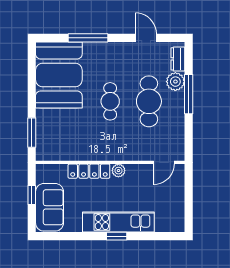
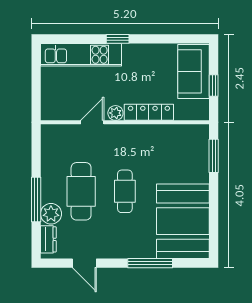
door: (164, 162) -> (92, 122), moved
kitchen unit: (118, 222) -> (81, 55), moved

